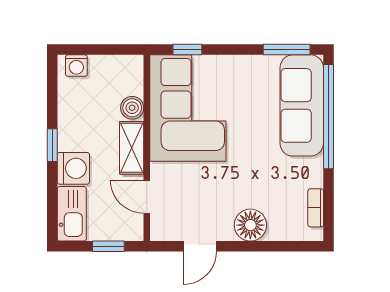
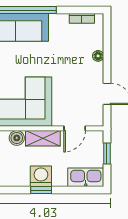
washing machine: (73, 168) -> (41, 176), moved
floor lamp: (250, 225) -> (98, 56), width x0.53, depth x0.53

